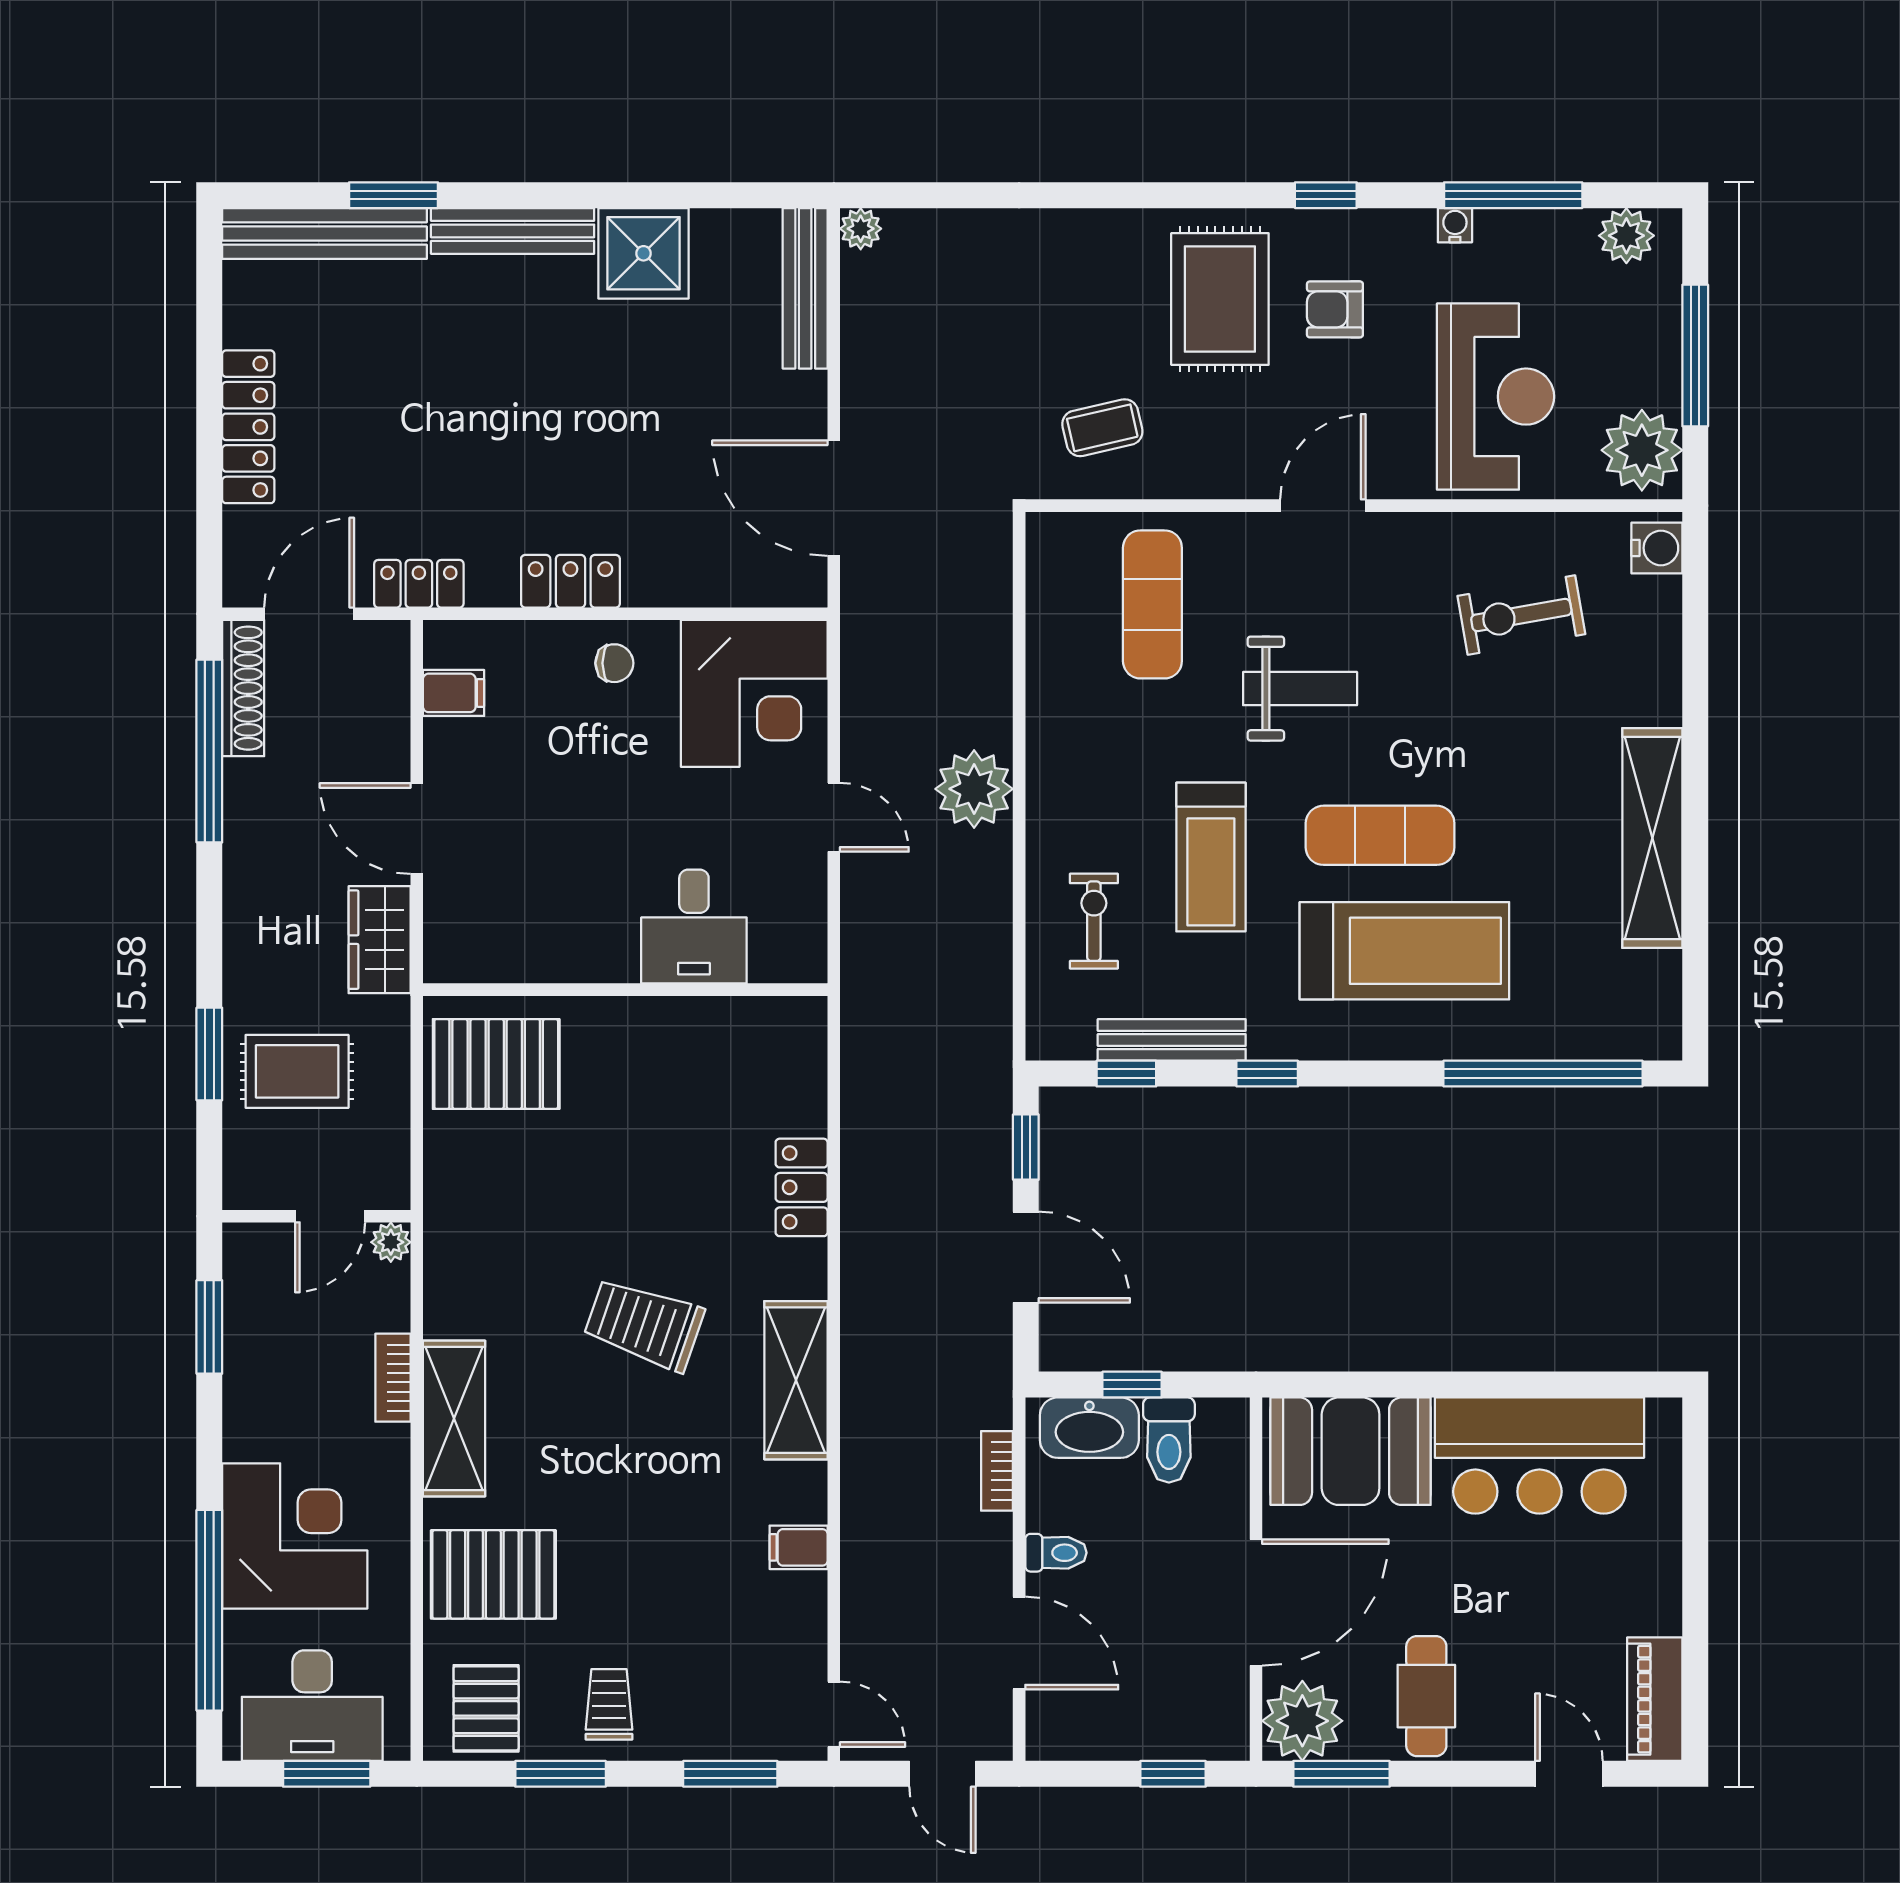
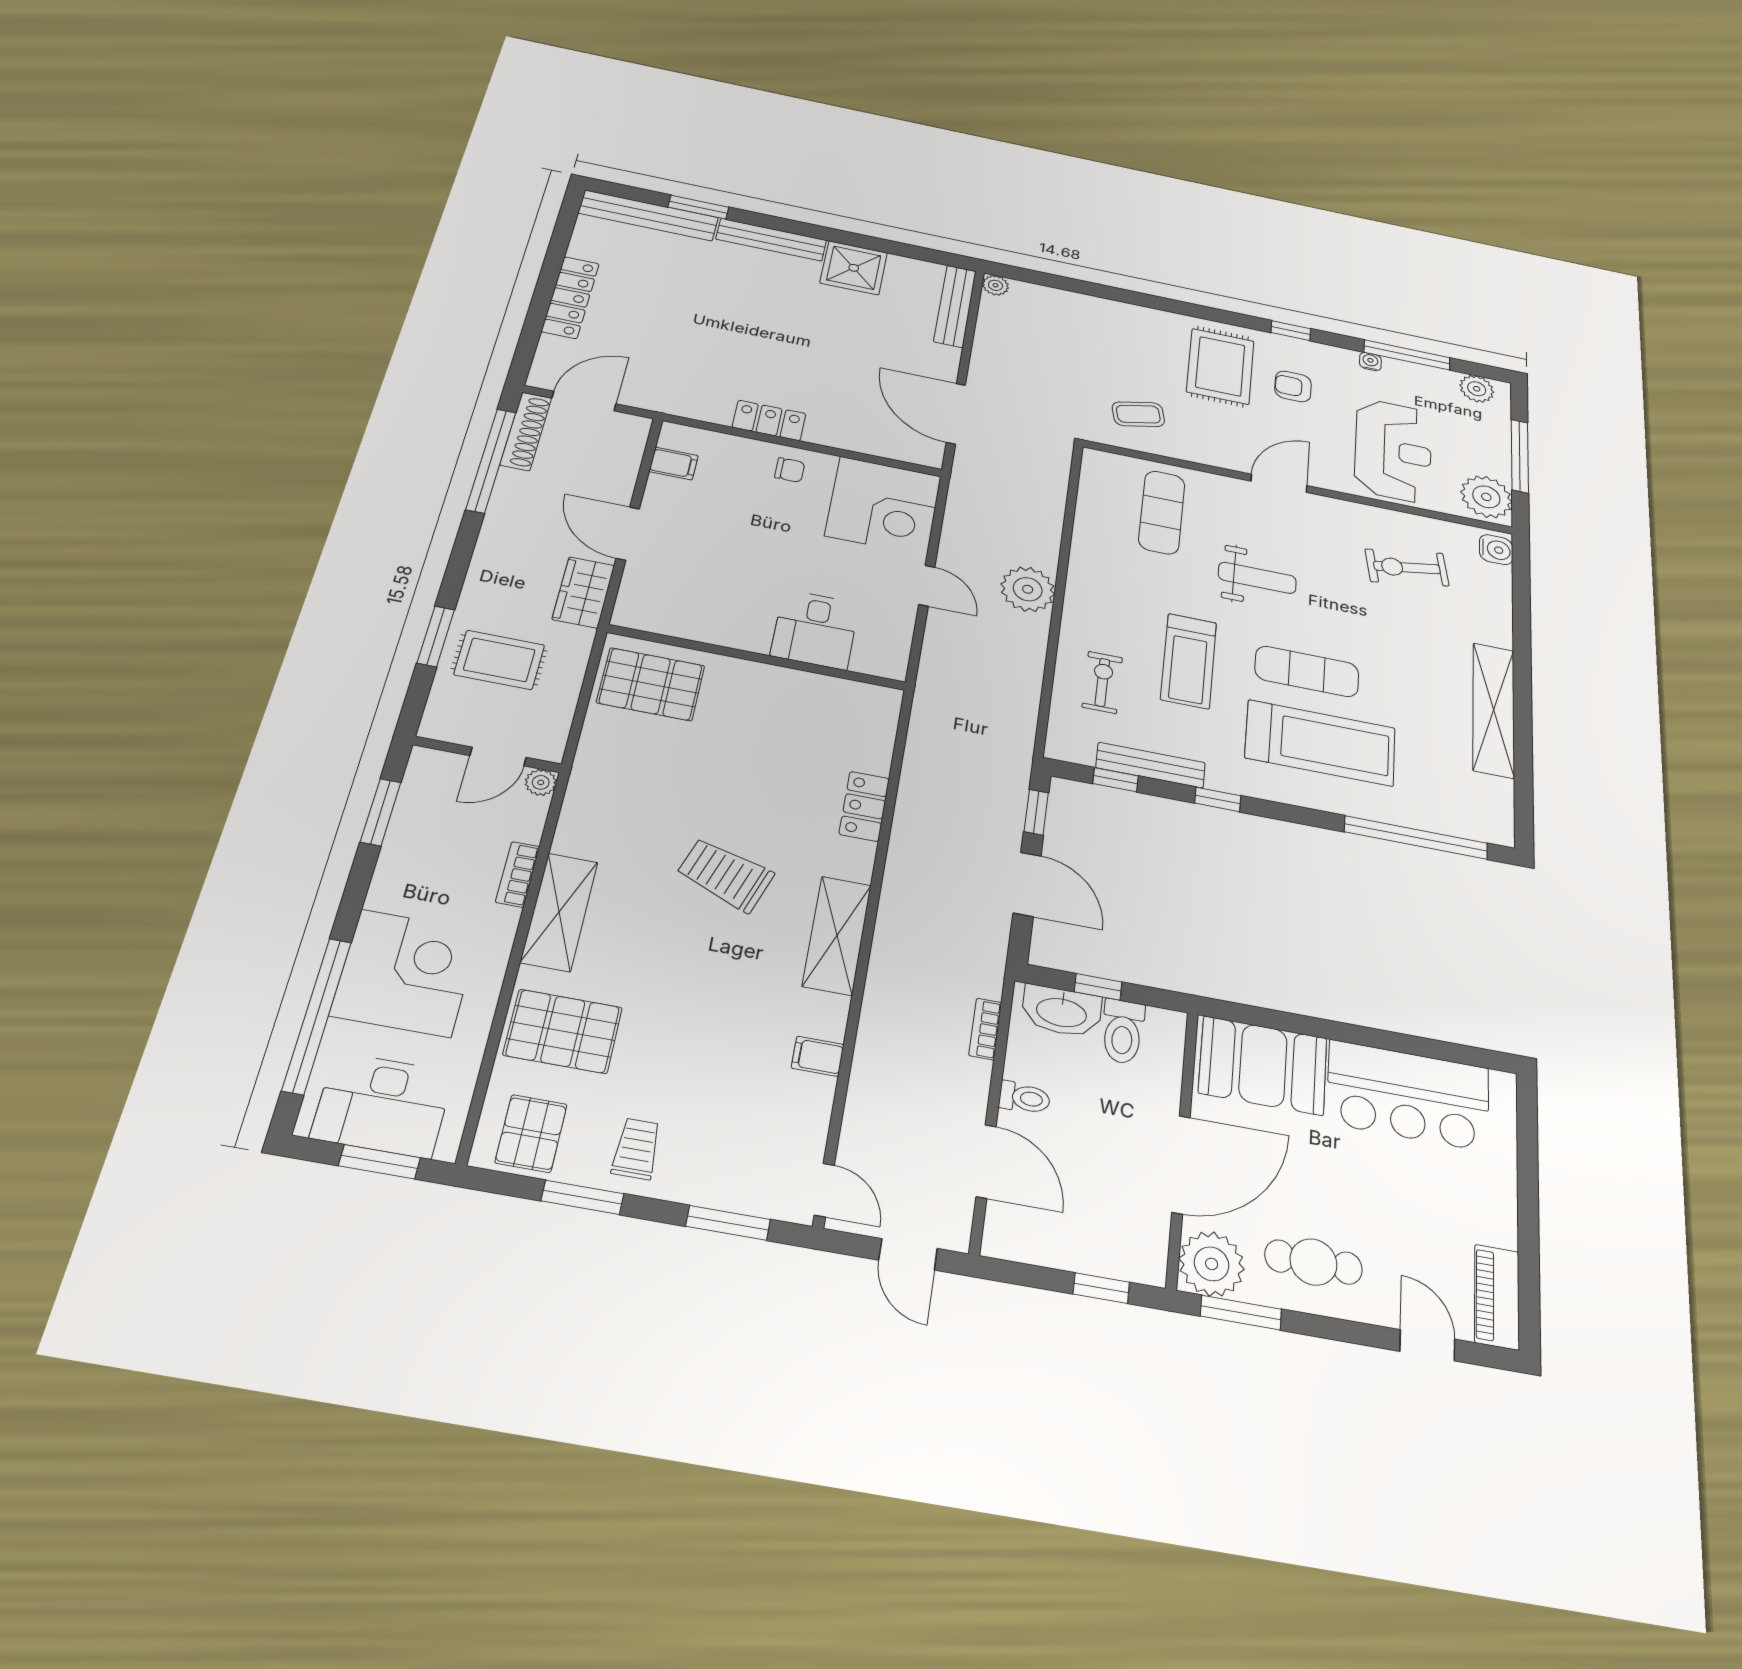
locker: (419, 584) -> (664, 401), removed
cafe table: (1426, 1696) -> (1313, 1262), turned 90

